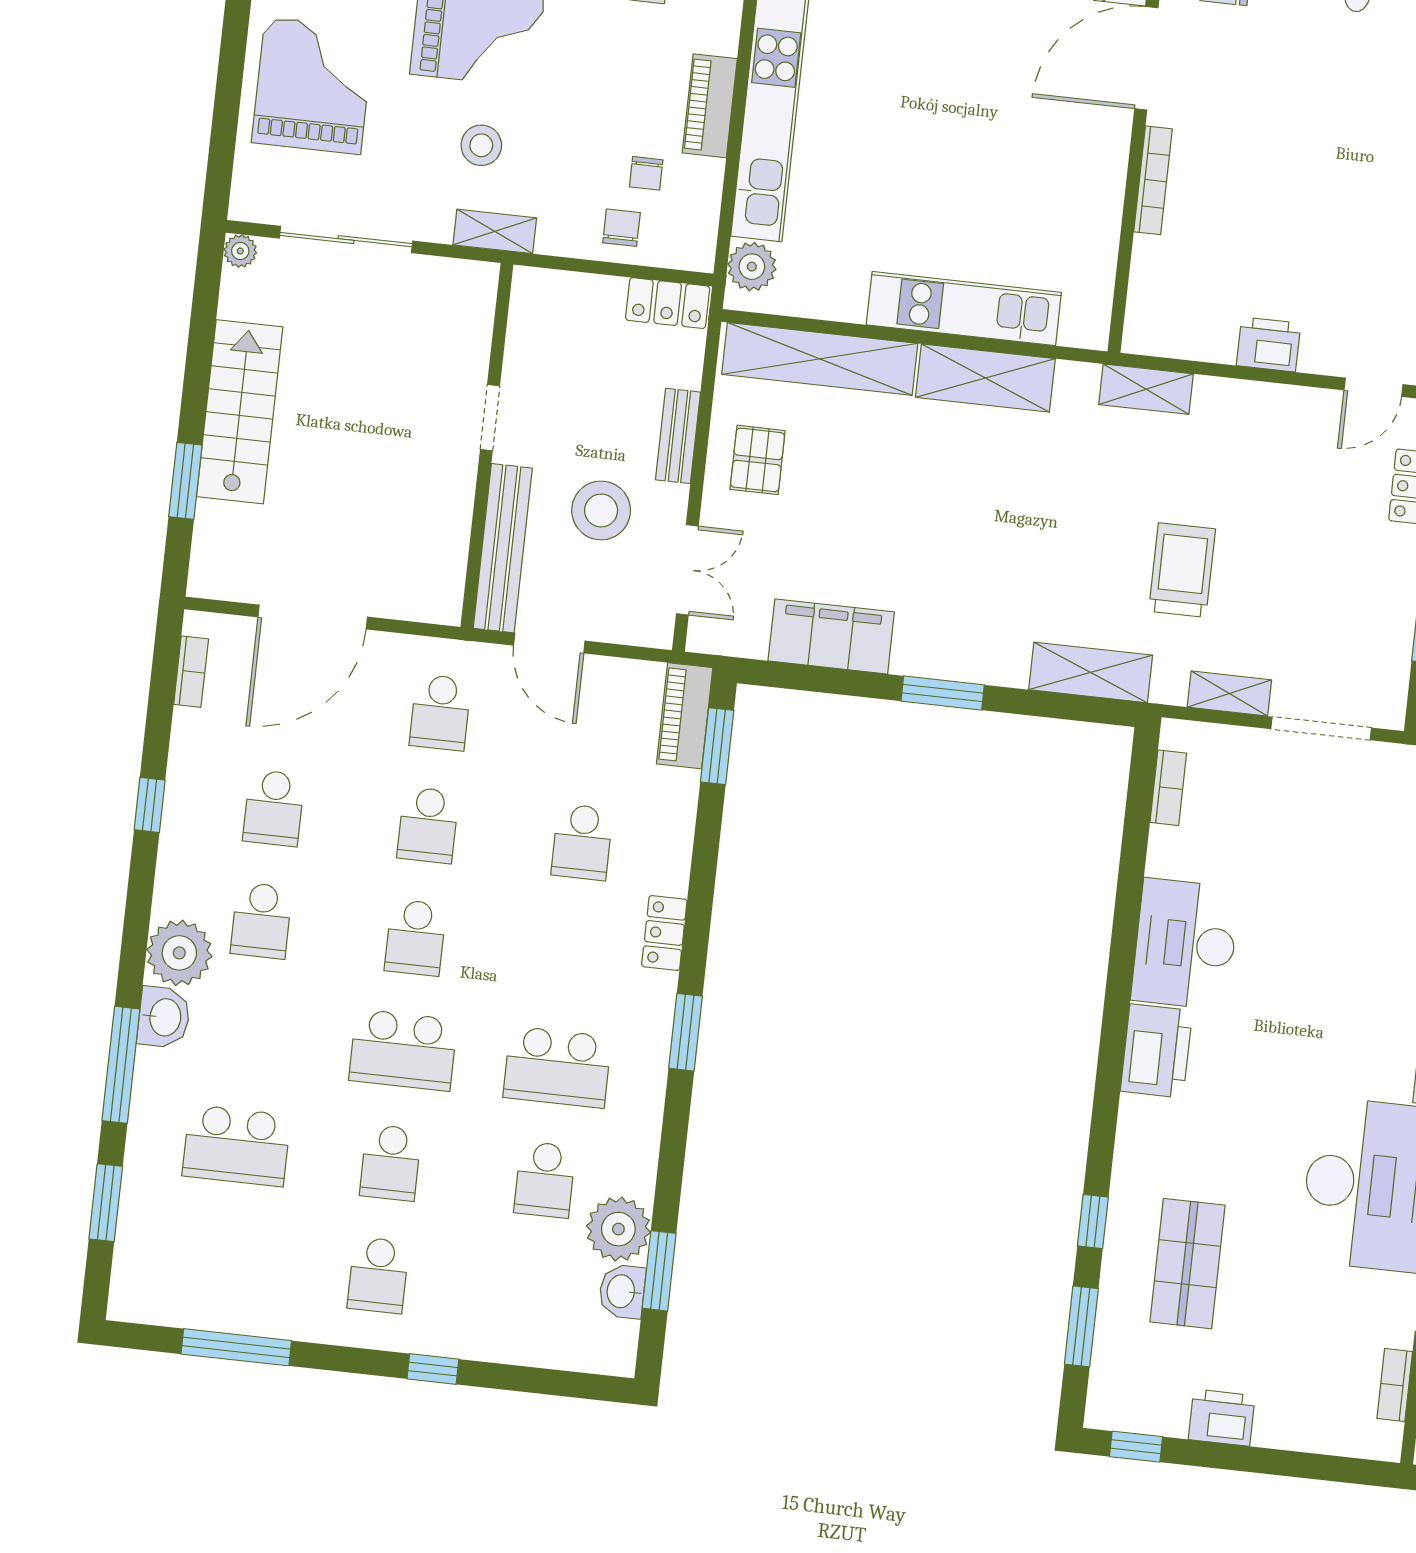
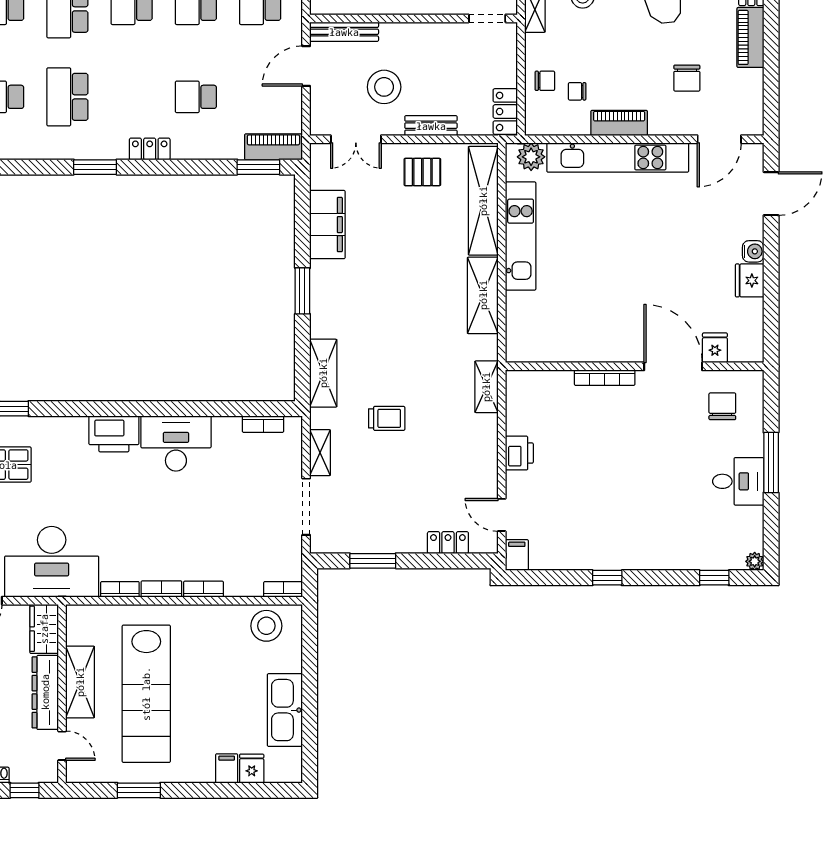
kitchen unit: (964, 309) -> (521, 236), moved
doorway: (490, 418) -> (487, 18), moved
bench: (503, 548) -> (344, 32), width x0.73, depth x0.82
trolley: (1182, 570) -> (387, 418), width x0.73, depth x0.72

